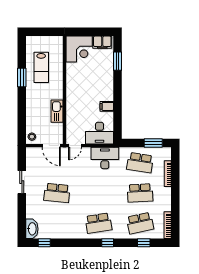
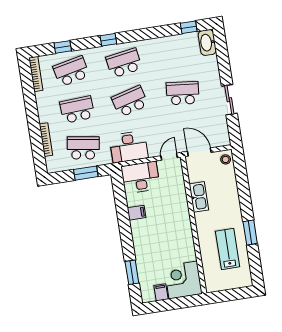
filing cabinet: (102, 42) -> (161, 292), width x0.50
window: (153, 143) -> (86, 173), moved
school desk: (98, 193) -> (130, 101), added

